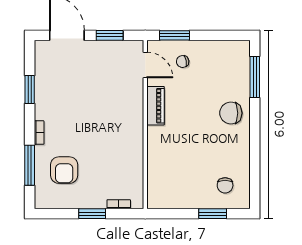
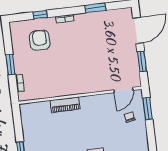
piano: (155, 106) -> (65, 105), moved
window: (30, 165) -> (40, 15), width x0.46
armchair: (64, 170) -> (40, 40), turned 90

